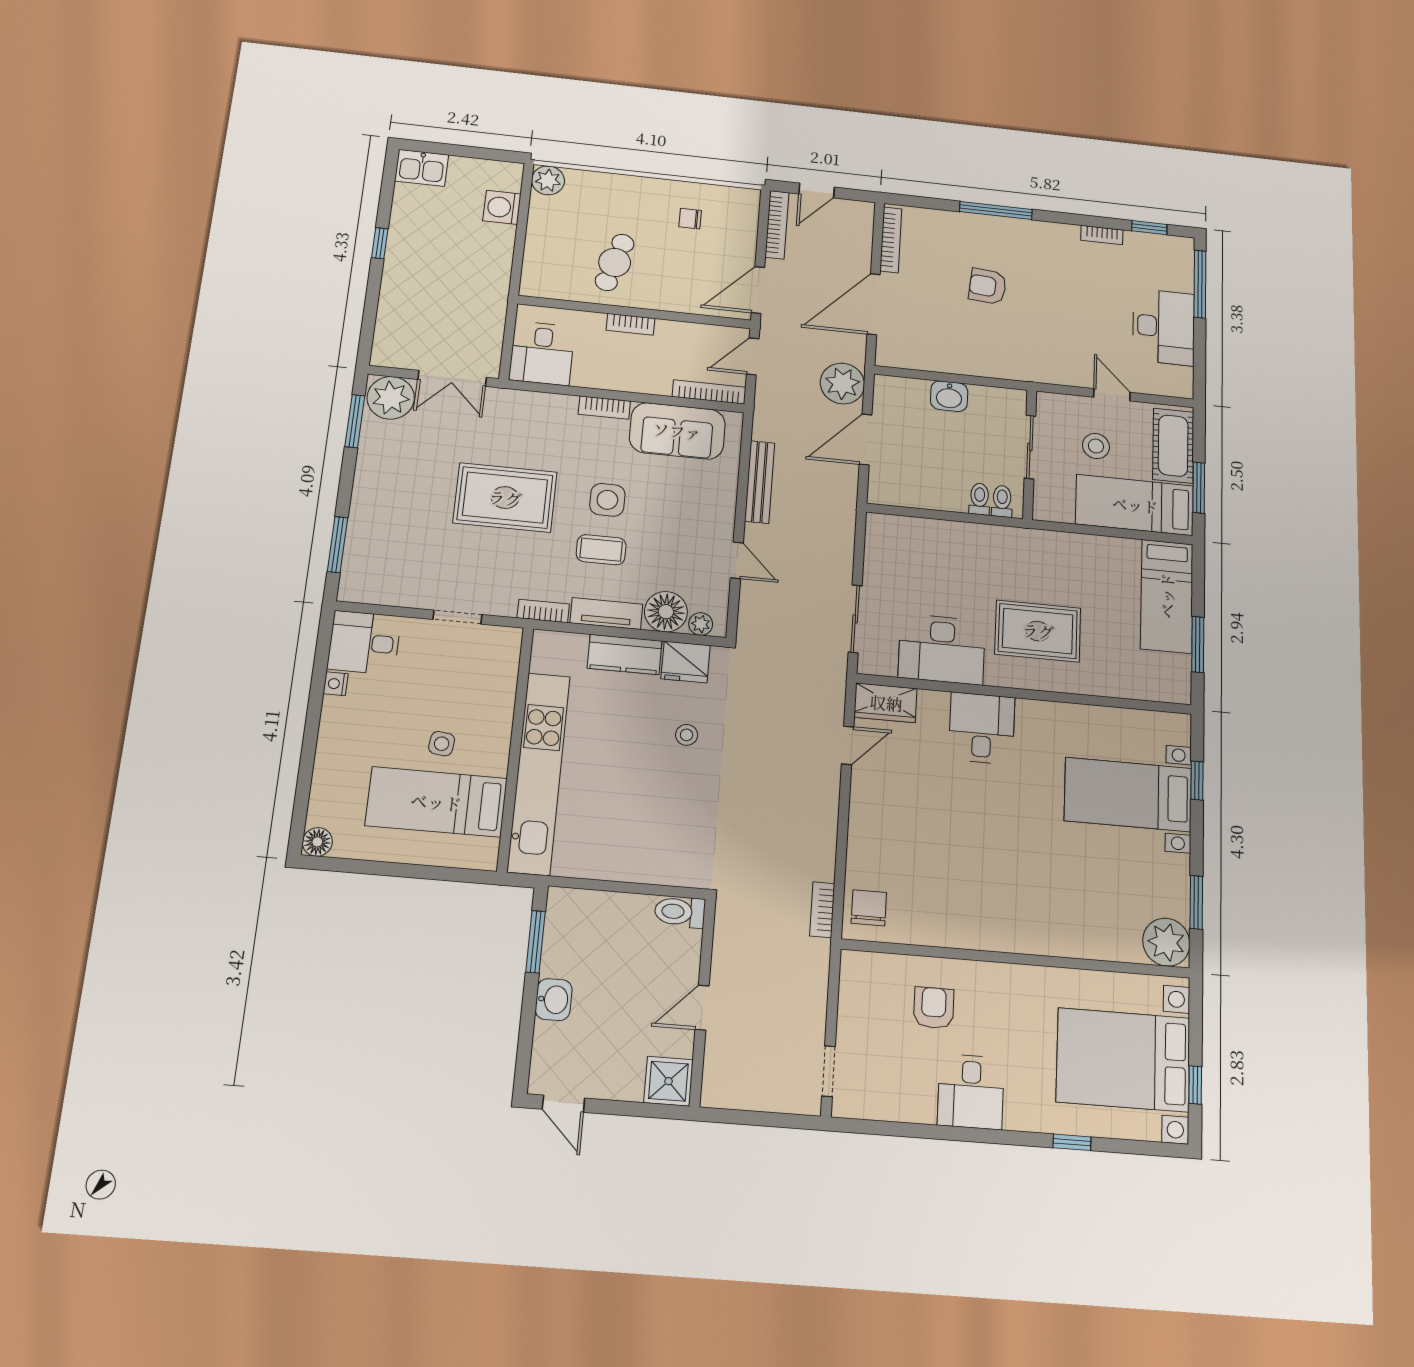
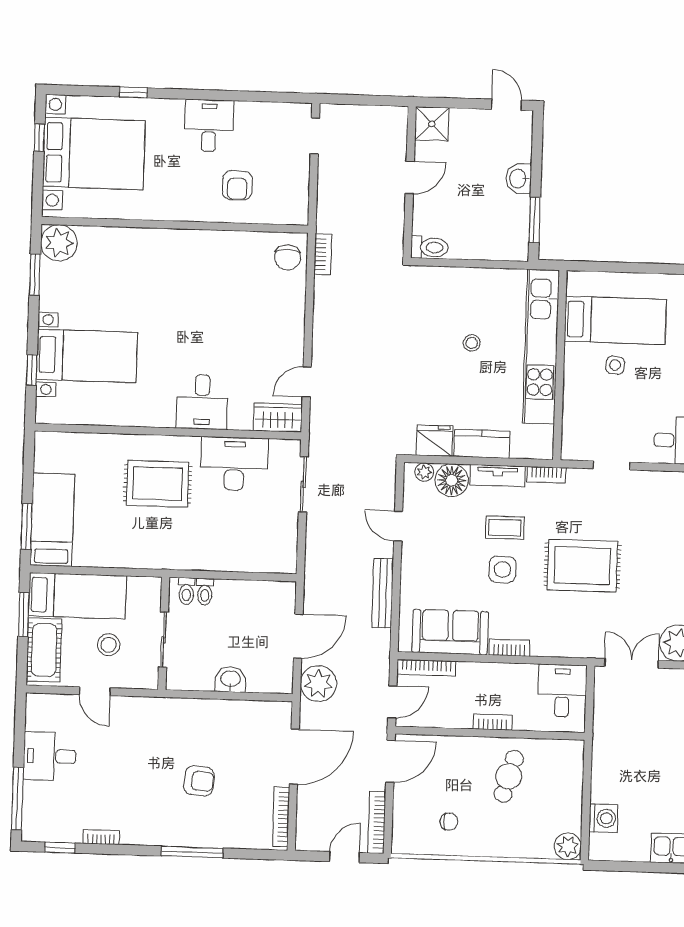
desk: (1164, 327) -> (50, 756), width x0.73
window: (1198, 644) -> (26, 526), moved
stool: (687, 735) -> (472, 343), moved

